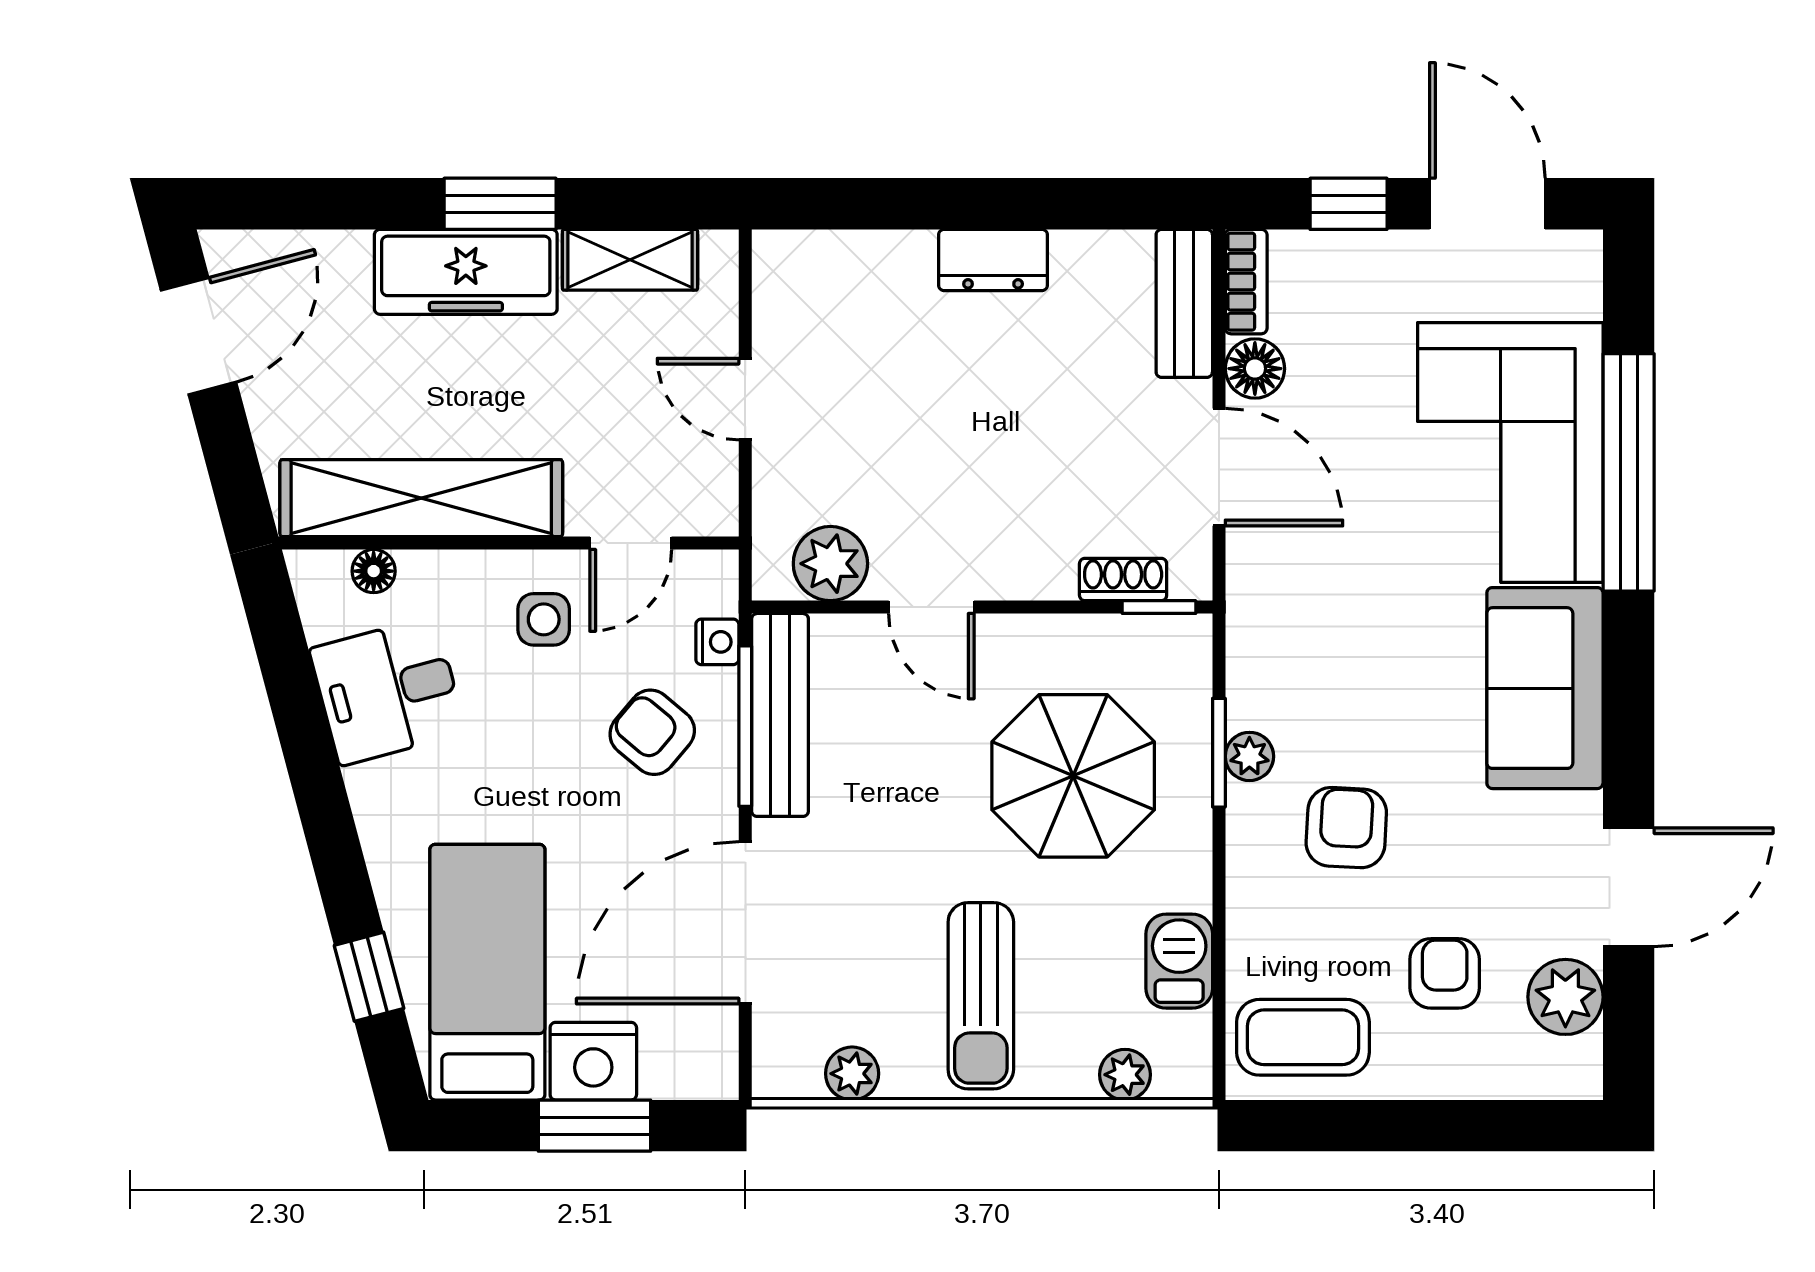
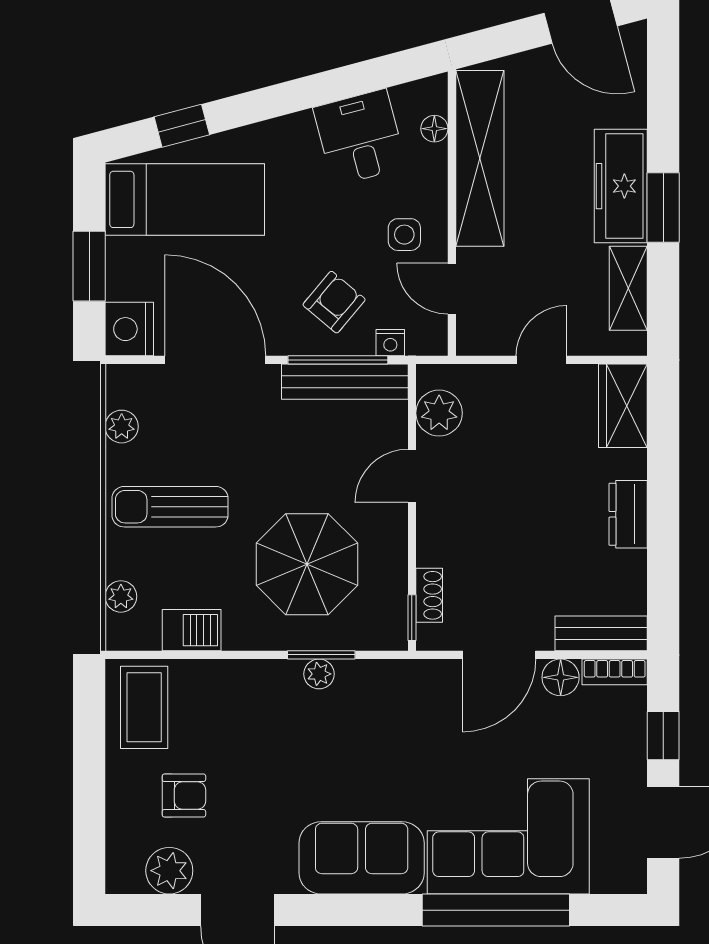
wardrobe: (819, 268) -> (623, 406), added
armchair: (1346, 828) -> (275, 734), removed
nightstand: (593, 1061) -> (129, 329), moved

